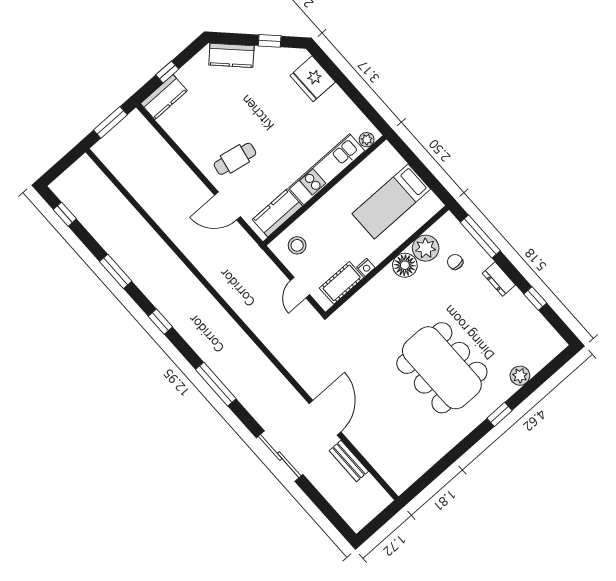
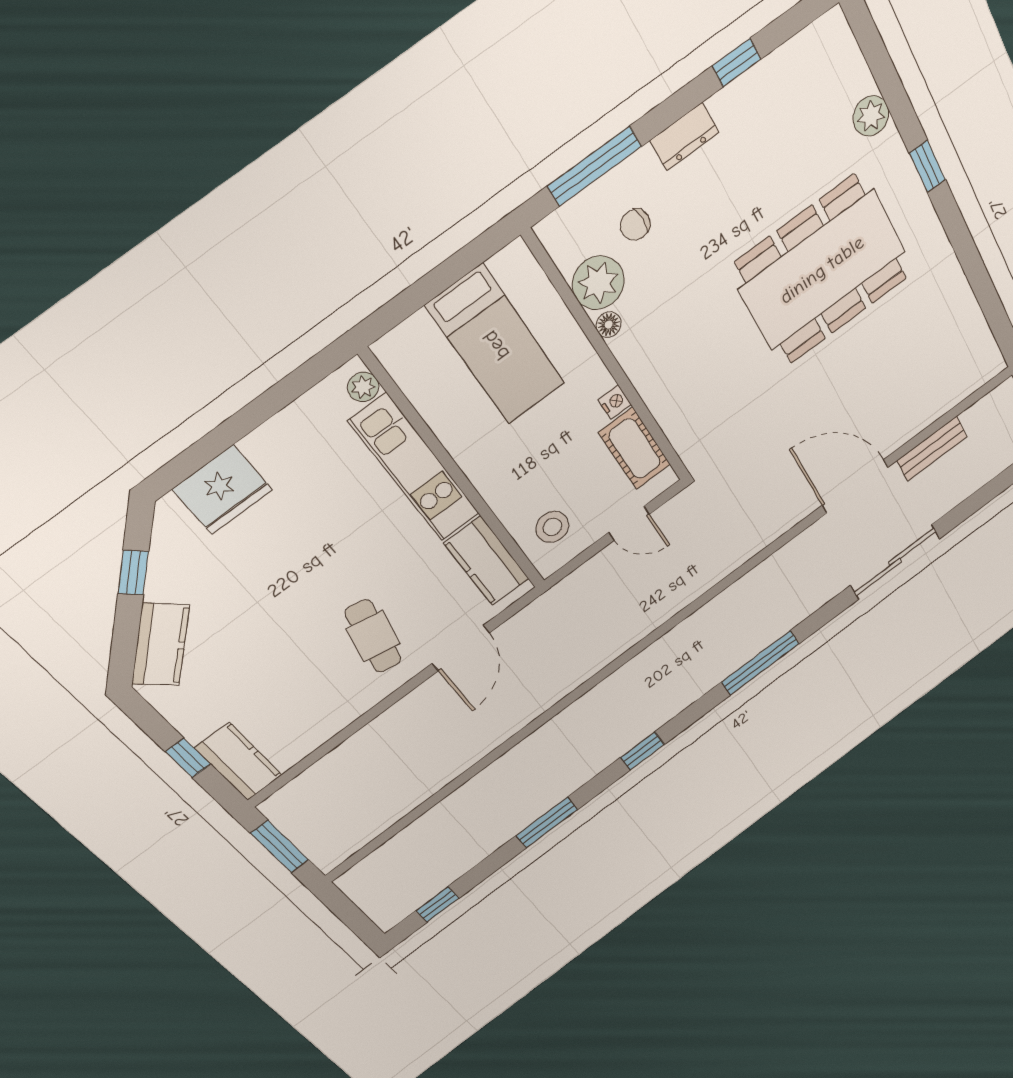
floor lamp: (405, 265) -> (609, 325), width x0.53, depth x0.53

